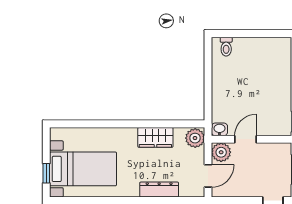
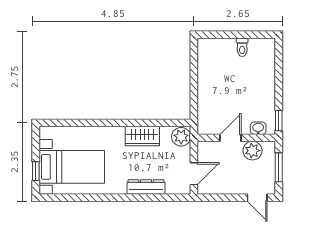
toilet: (226, 47) -> (242, 47), moved
washbasin: (219, 129) -> (258, 128), moved
plant: (221, 152) -> (253, 151), moved

